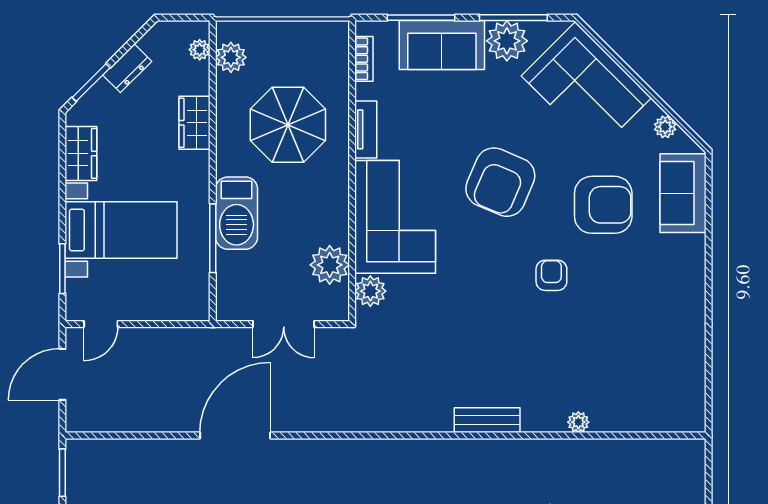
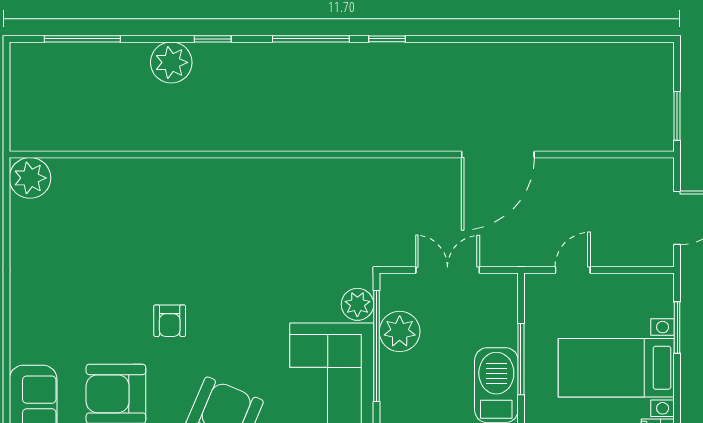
window: (352, 251) -> (376, 346), added
door: (101, 324) -> (573, 270), moved
bench: (487, 420) -> (236, 170), removed
plant: (578, 422) -> (30, 178), moved, width x1.88, depth x1.88

